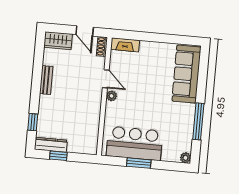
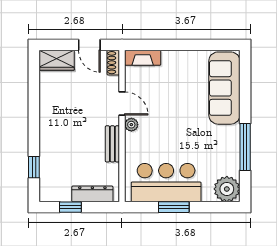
bench: (46, 80) -> (112, 144), moved
dresser: (51, 145) -> (92, 194), moved
plant: (185, 158) -> (227, 189), width x1.87, depth x1.87

